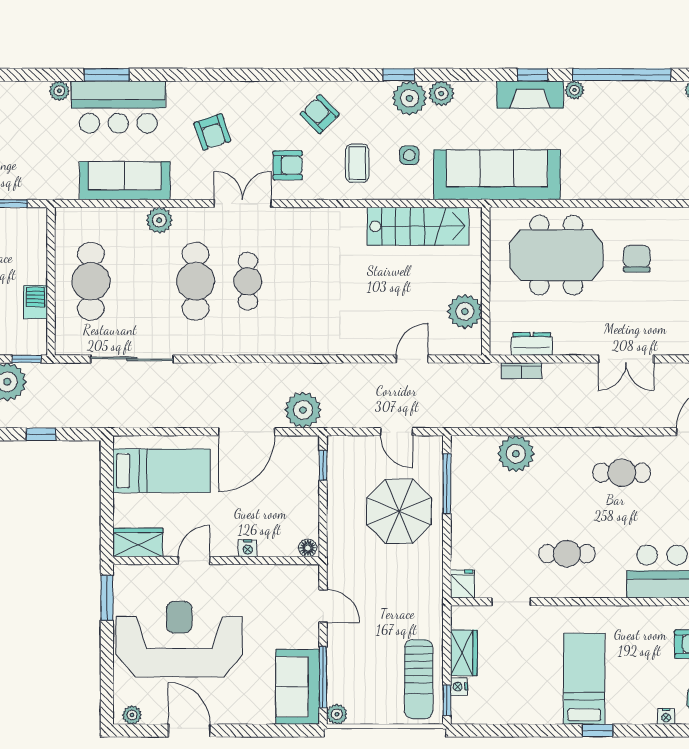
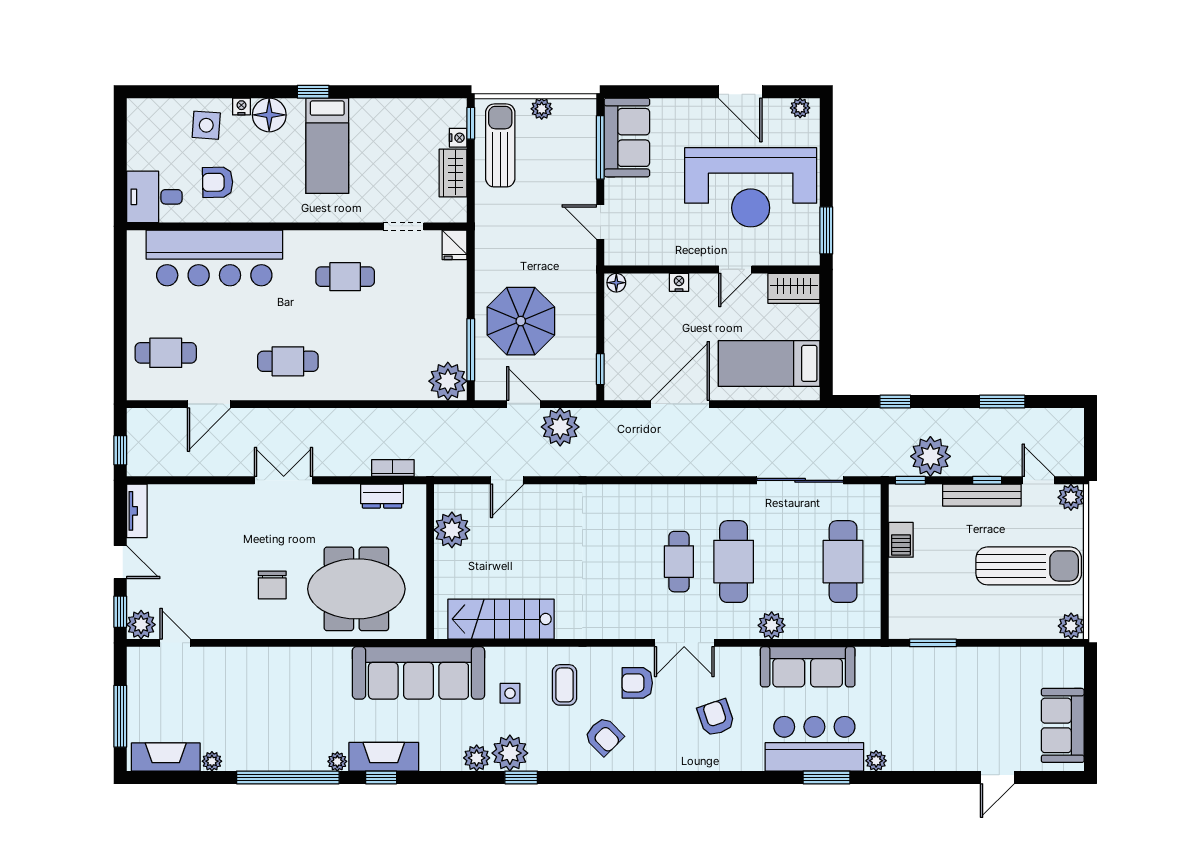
plant: (303, 410) -> (560, 427), moved
plant: (516, 454) -> (448, 381), moved
floor lamp: (640, 708) -> (269, 115), added
plant: (337, 714) -> (542, 109), moved

